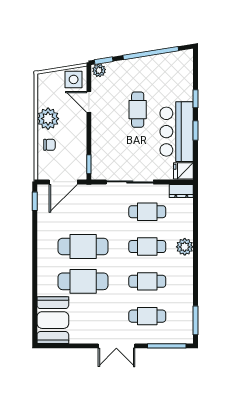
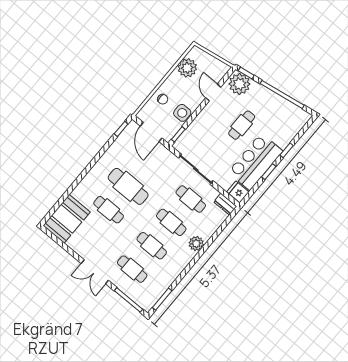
plant: (99, 70) -> (239, 84), width x1.88, depth x1.88
side table: (74, 79) -> (182, 113), moved
plant: (48, 119) -> (187, 68), moved
door: (63, 182) -> (151, 132), hinge flipped
cafe table: (83, 281) -> (109, 210), width x0.73, depth x0.74

